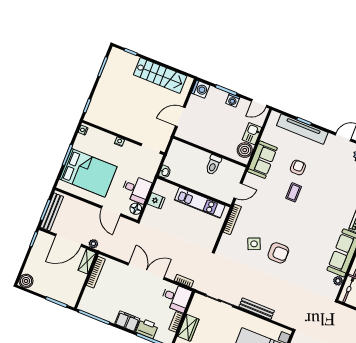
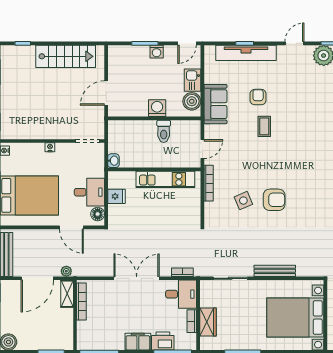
washing machine: (201, 89) -> (157, 108), moved, turned -90

